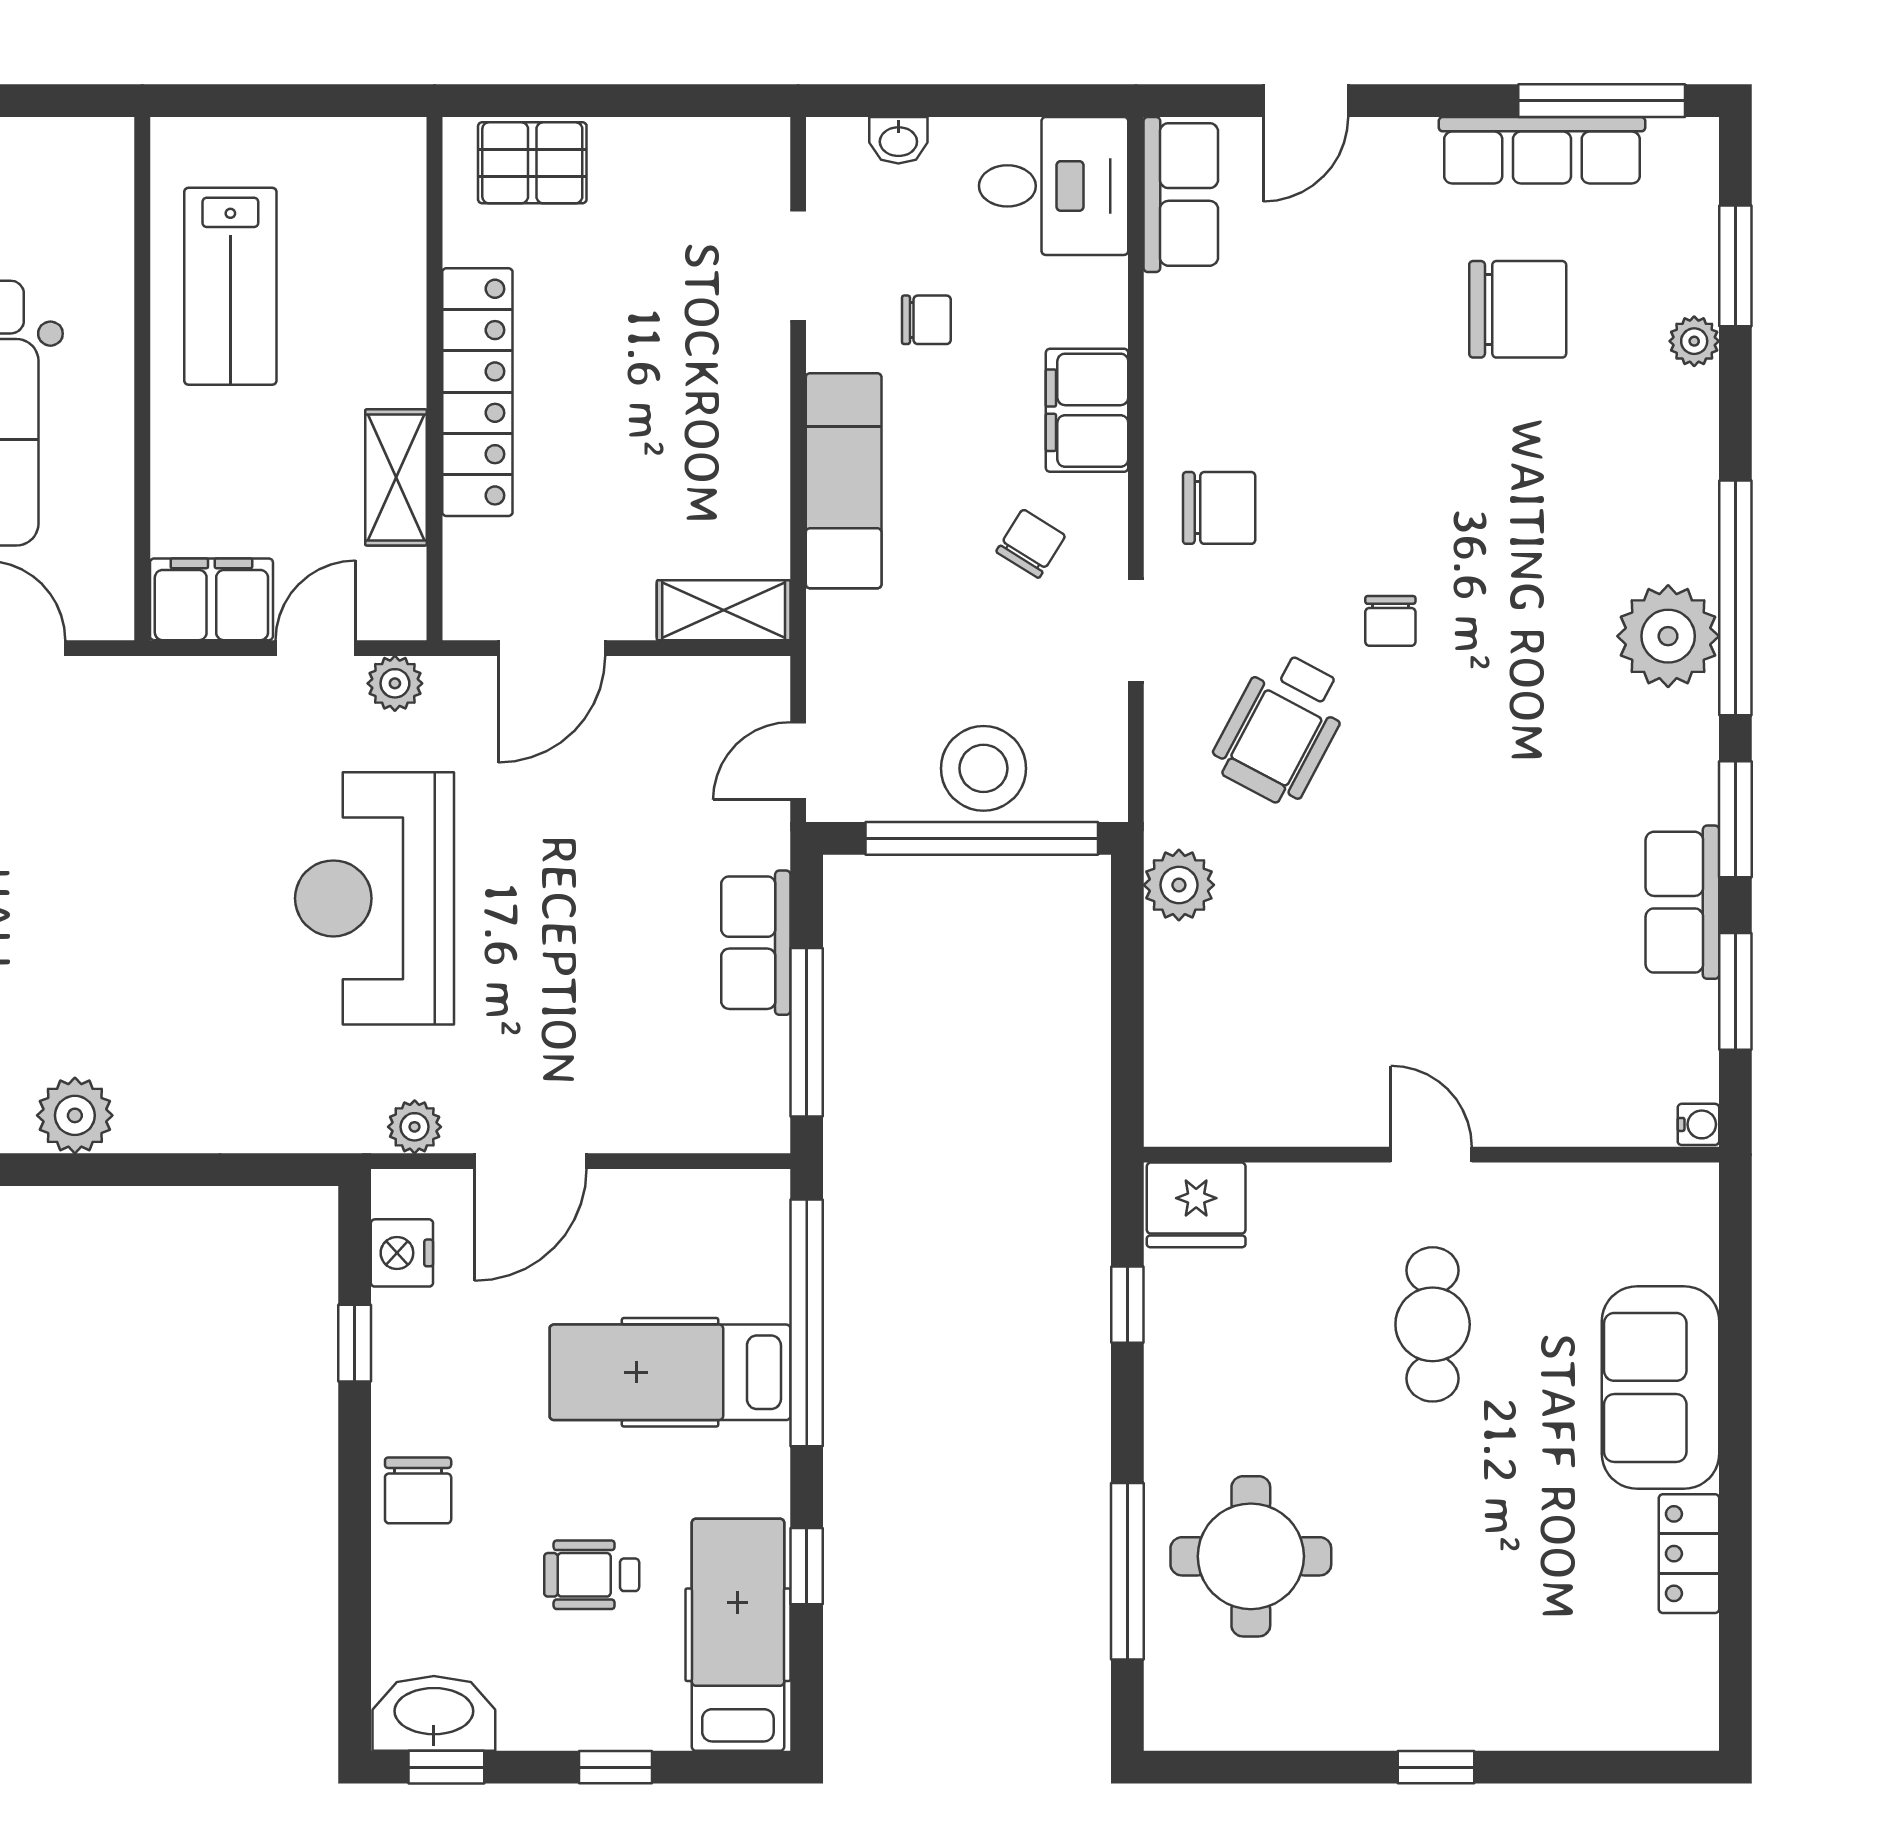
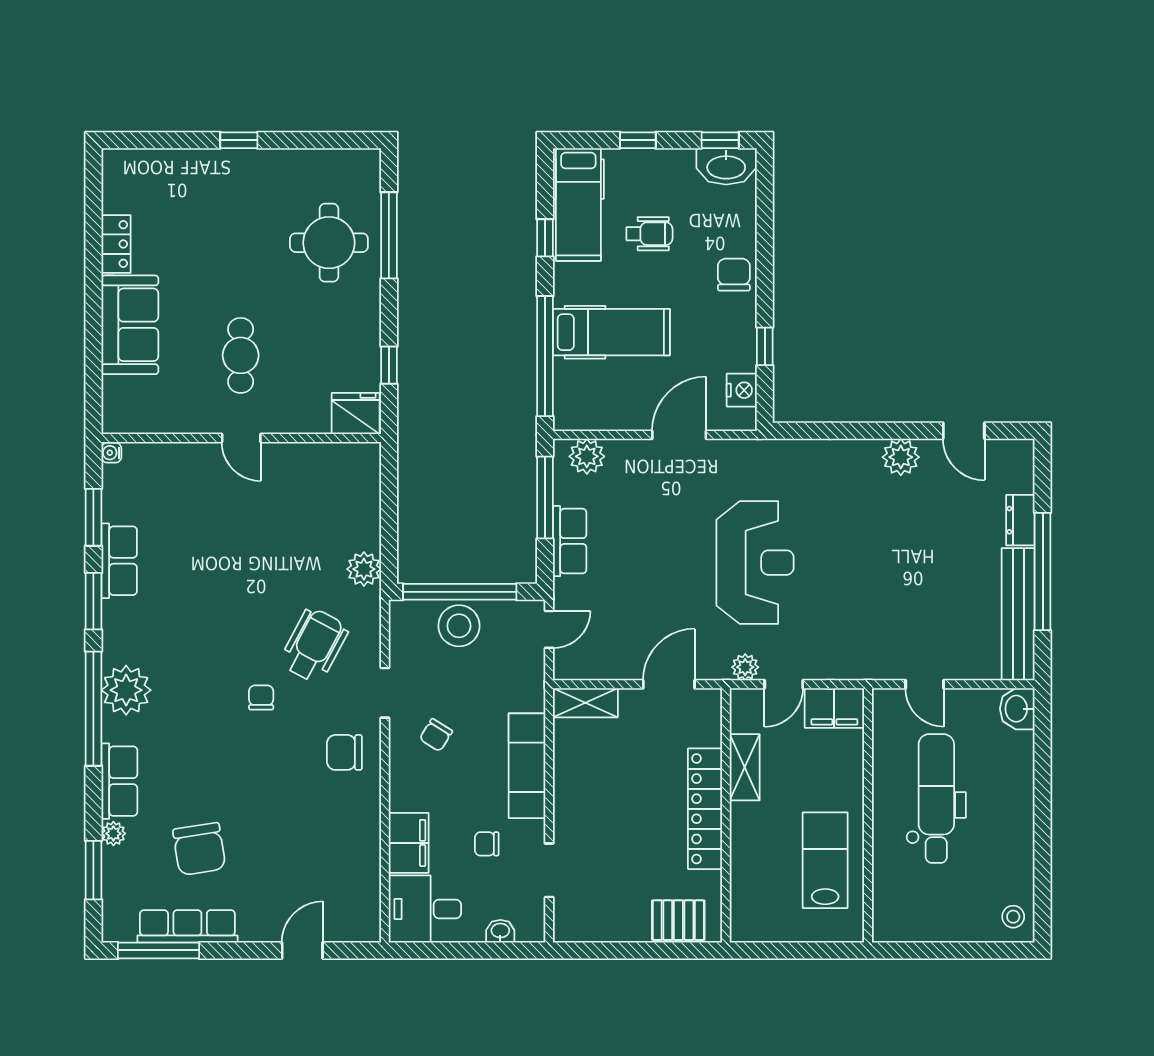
row of seats: (1181, 194) -> (119, 781), moved, turned 180
chair: (1518, 309) -> (199, 849), turned -99
filing cabinet: (1087, 410) -> (409, 843), moved
plant: (415, 1127) -> (587, 456), moved, width x1.38, depth x1.38

